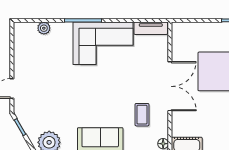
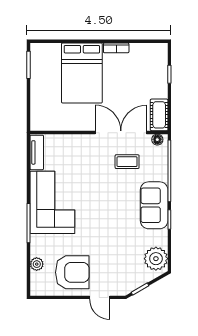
armchair: (36, 62) -> (72, 272), added
double door: (170, 86) -> (121, 133), moved

